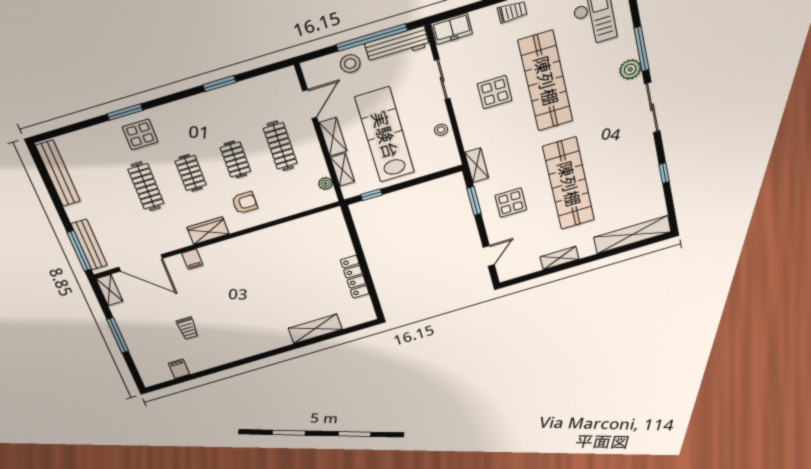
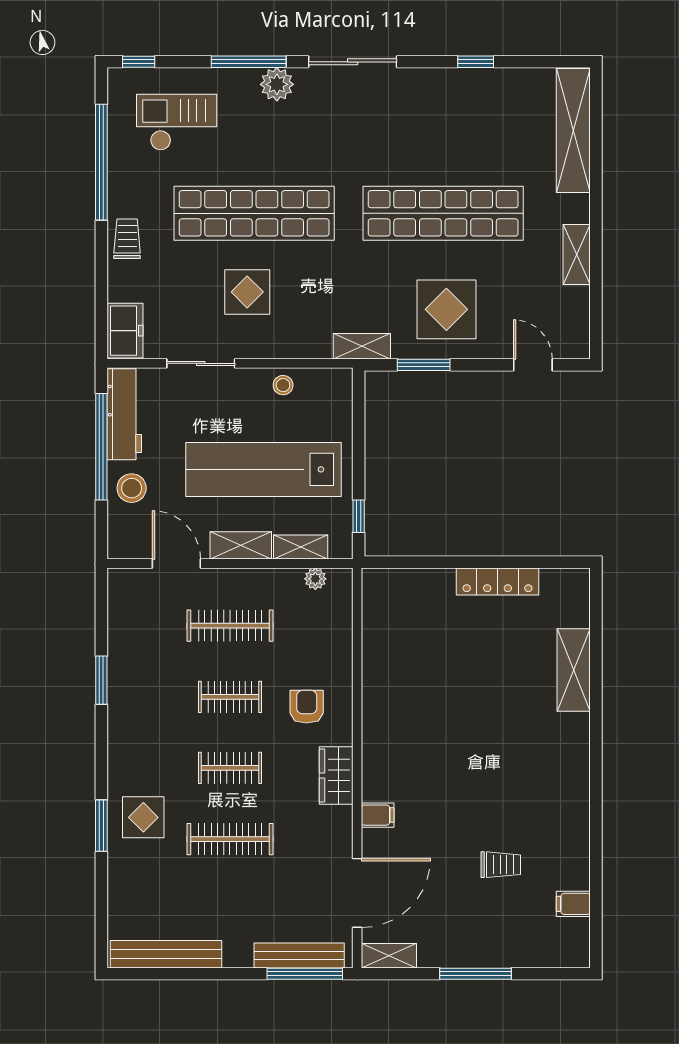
display table: (511, 203) -> (446, 309), width x1.36, depth x1.36

